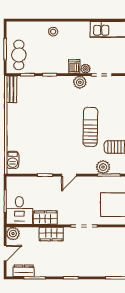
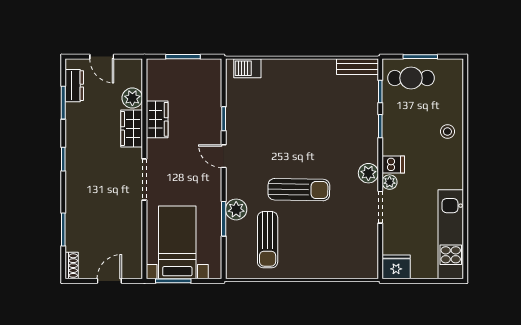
desk: (19, 211) -> (168, 79), removed
plant: (13, 234) -> (132, 98), moved

